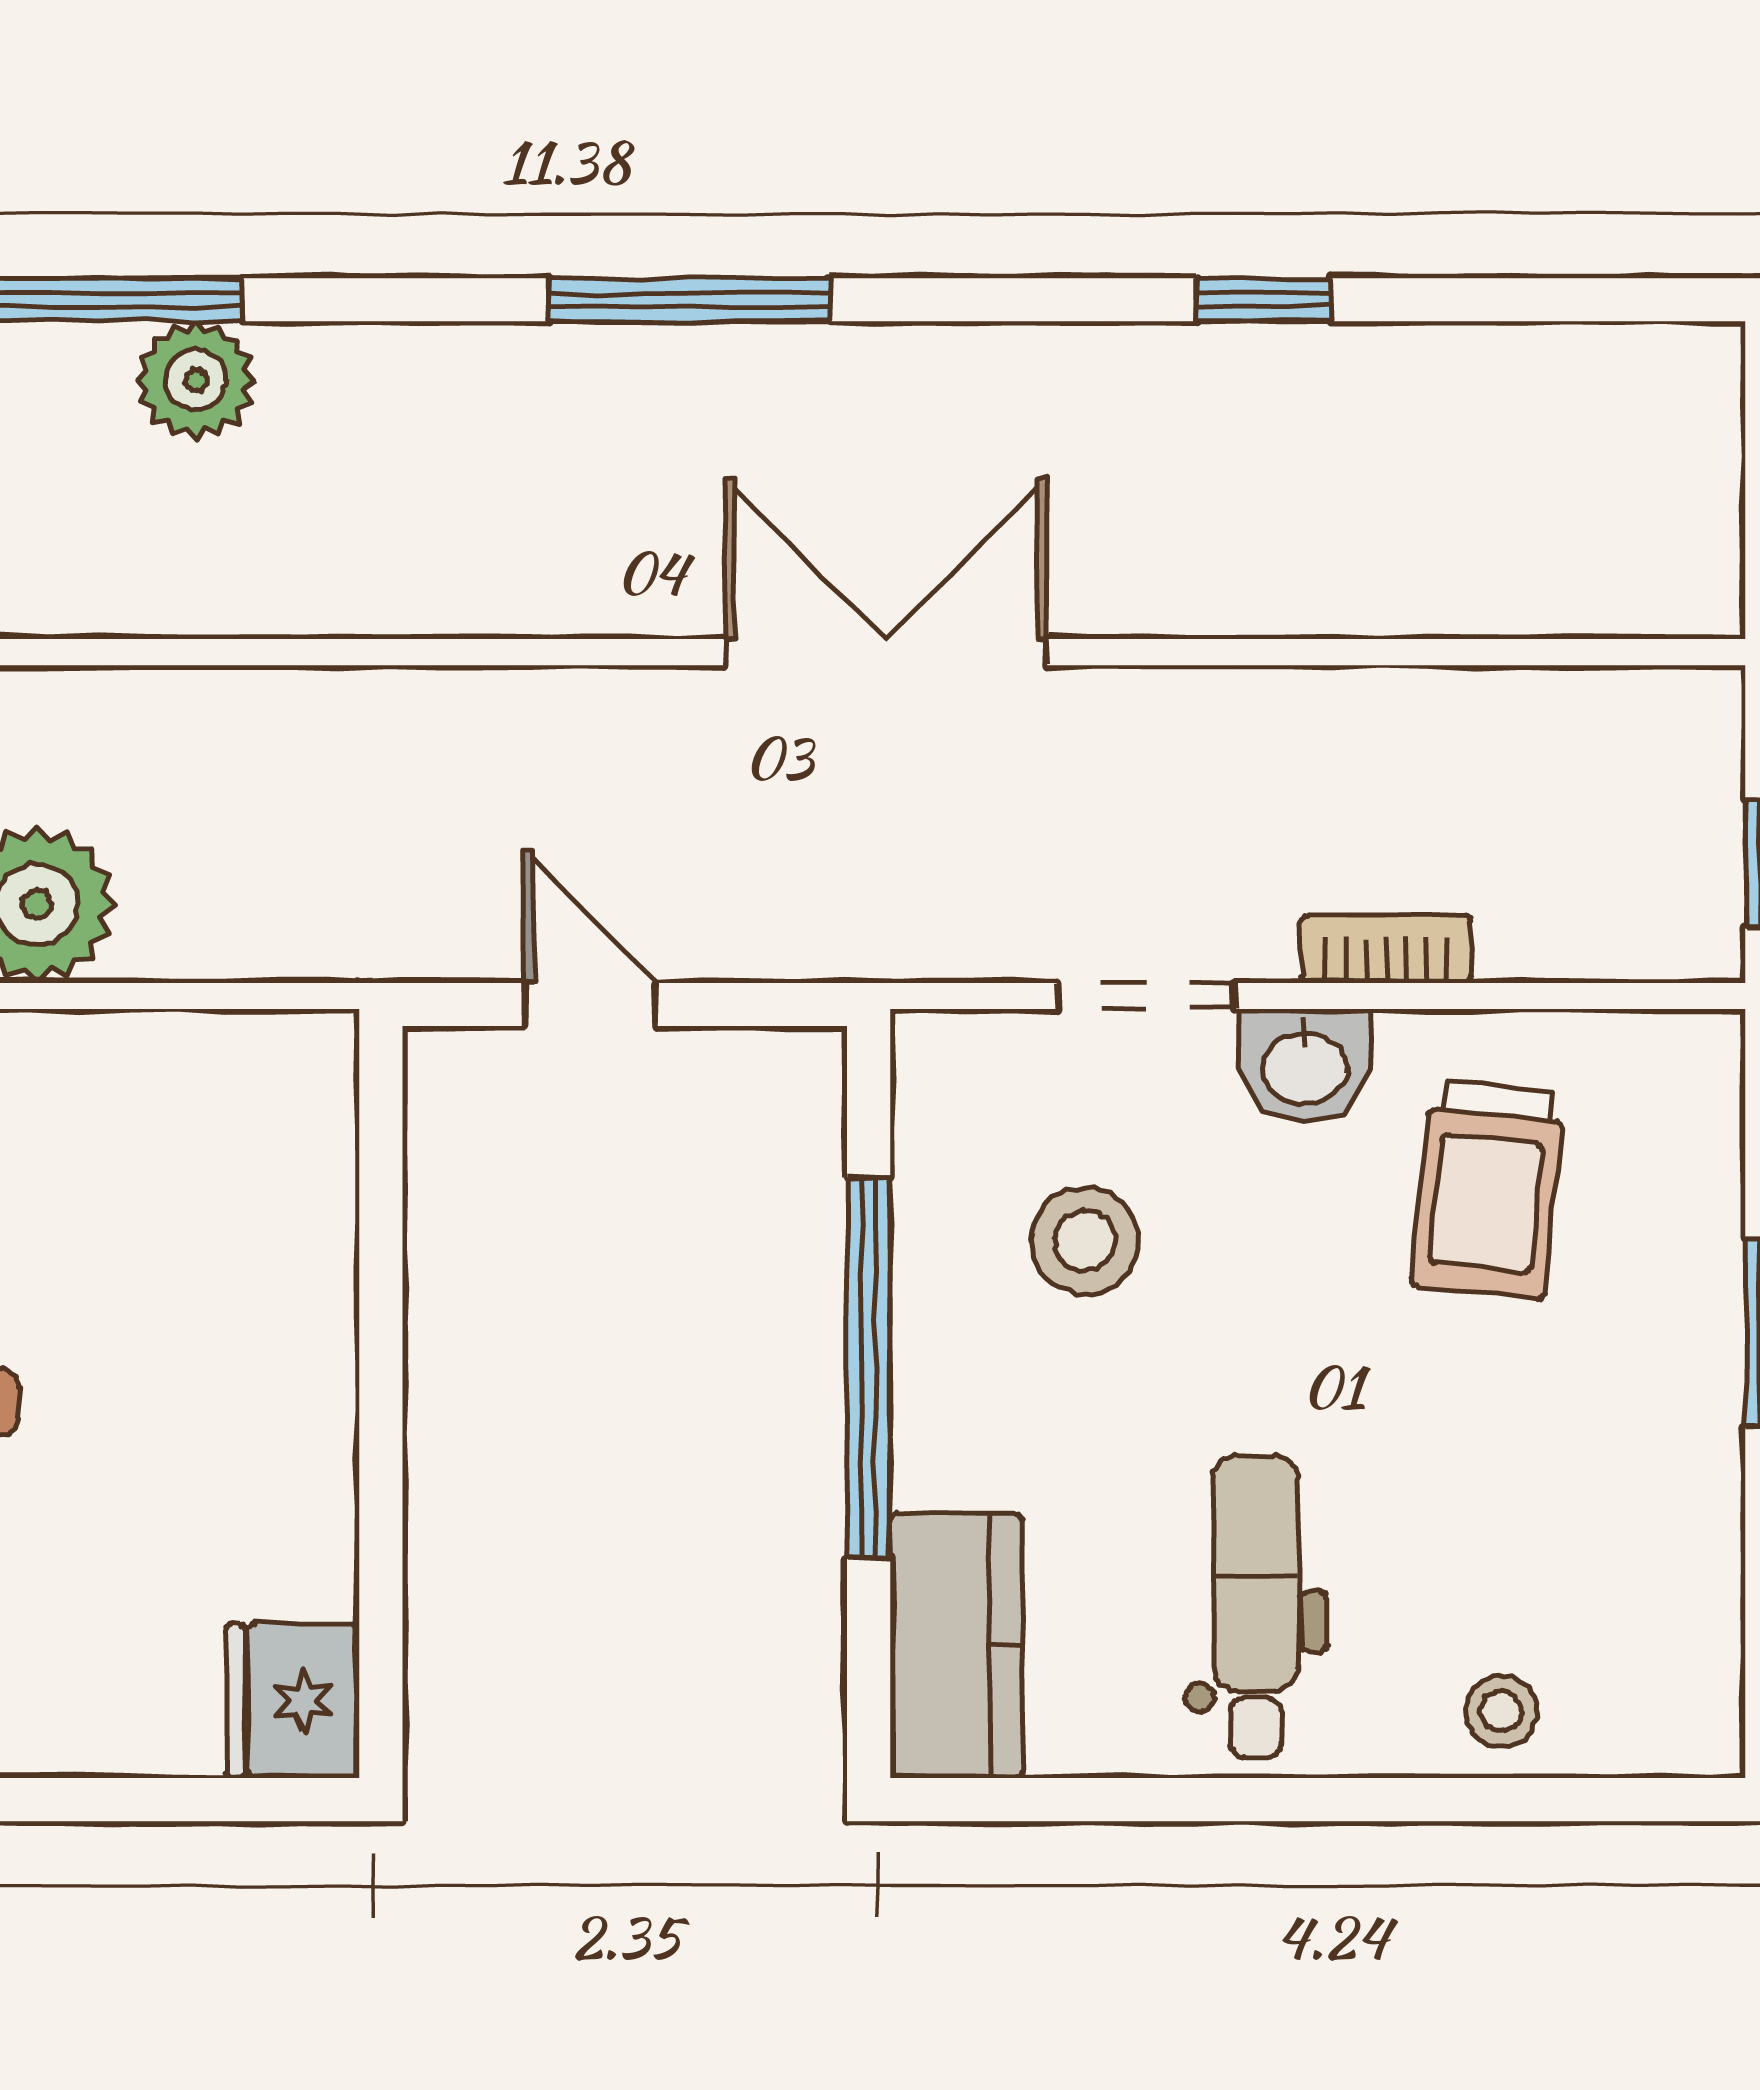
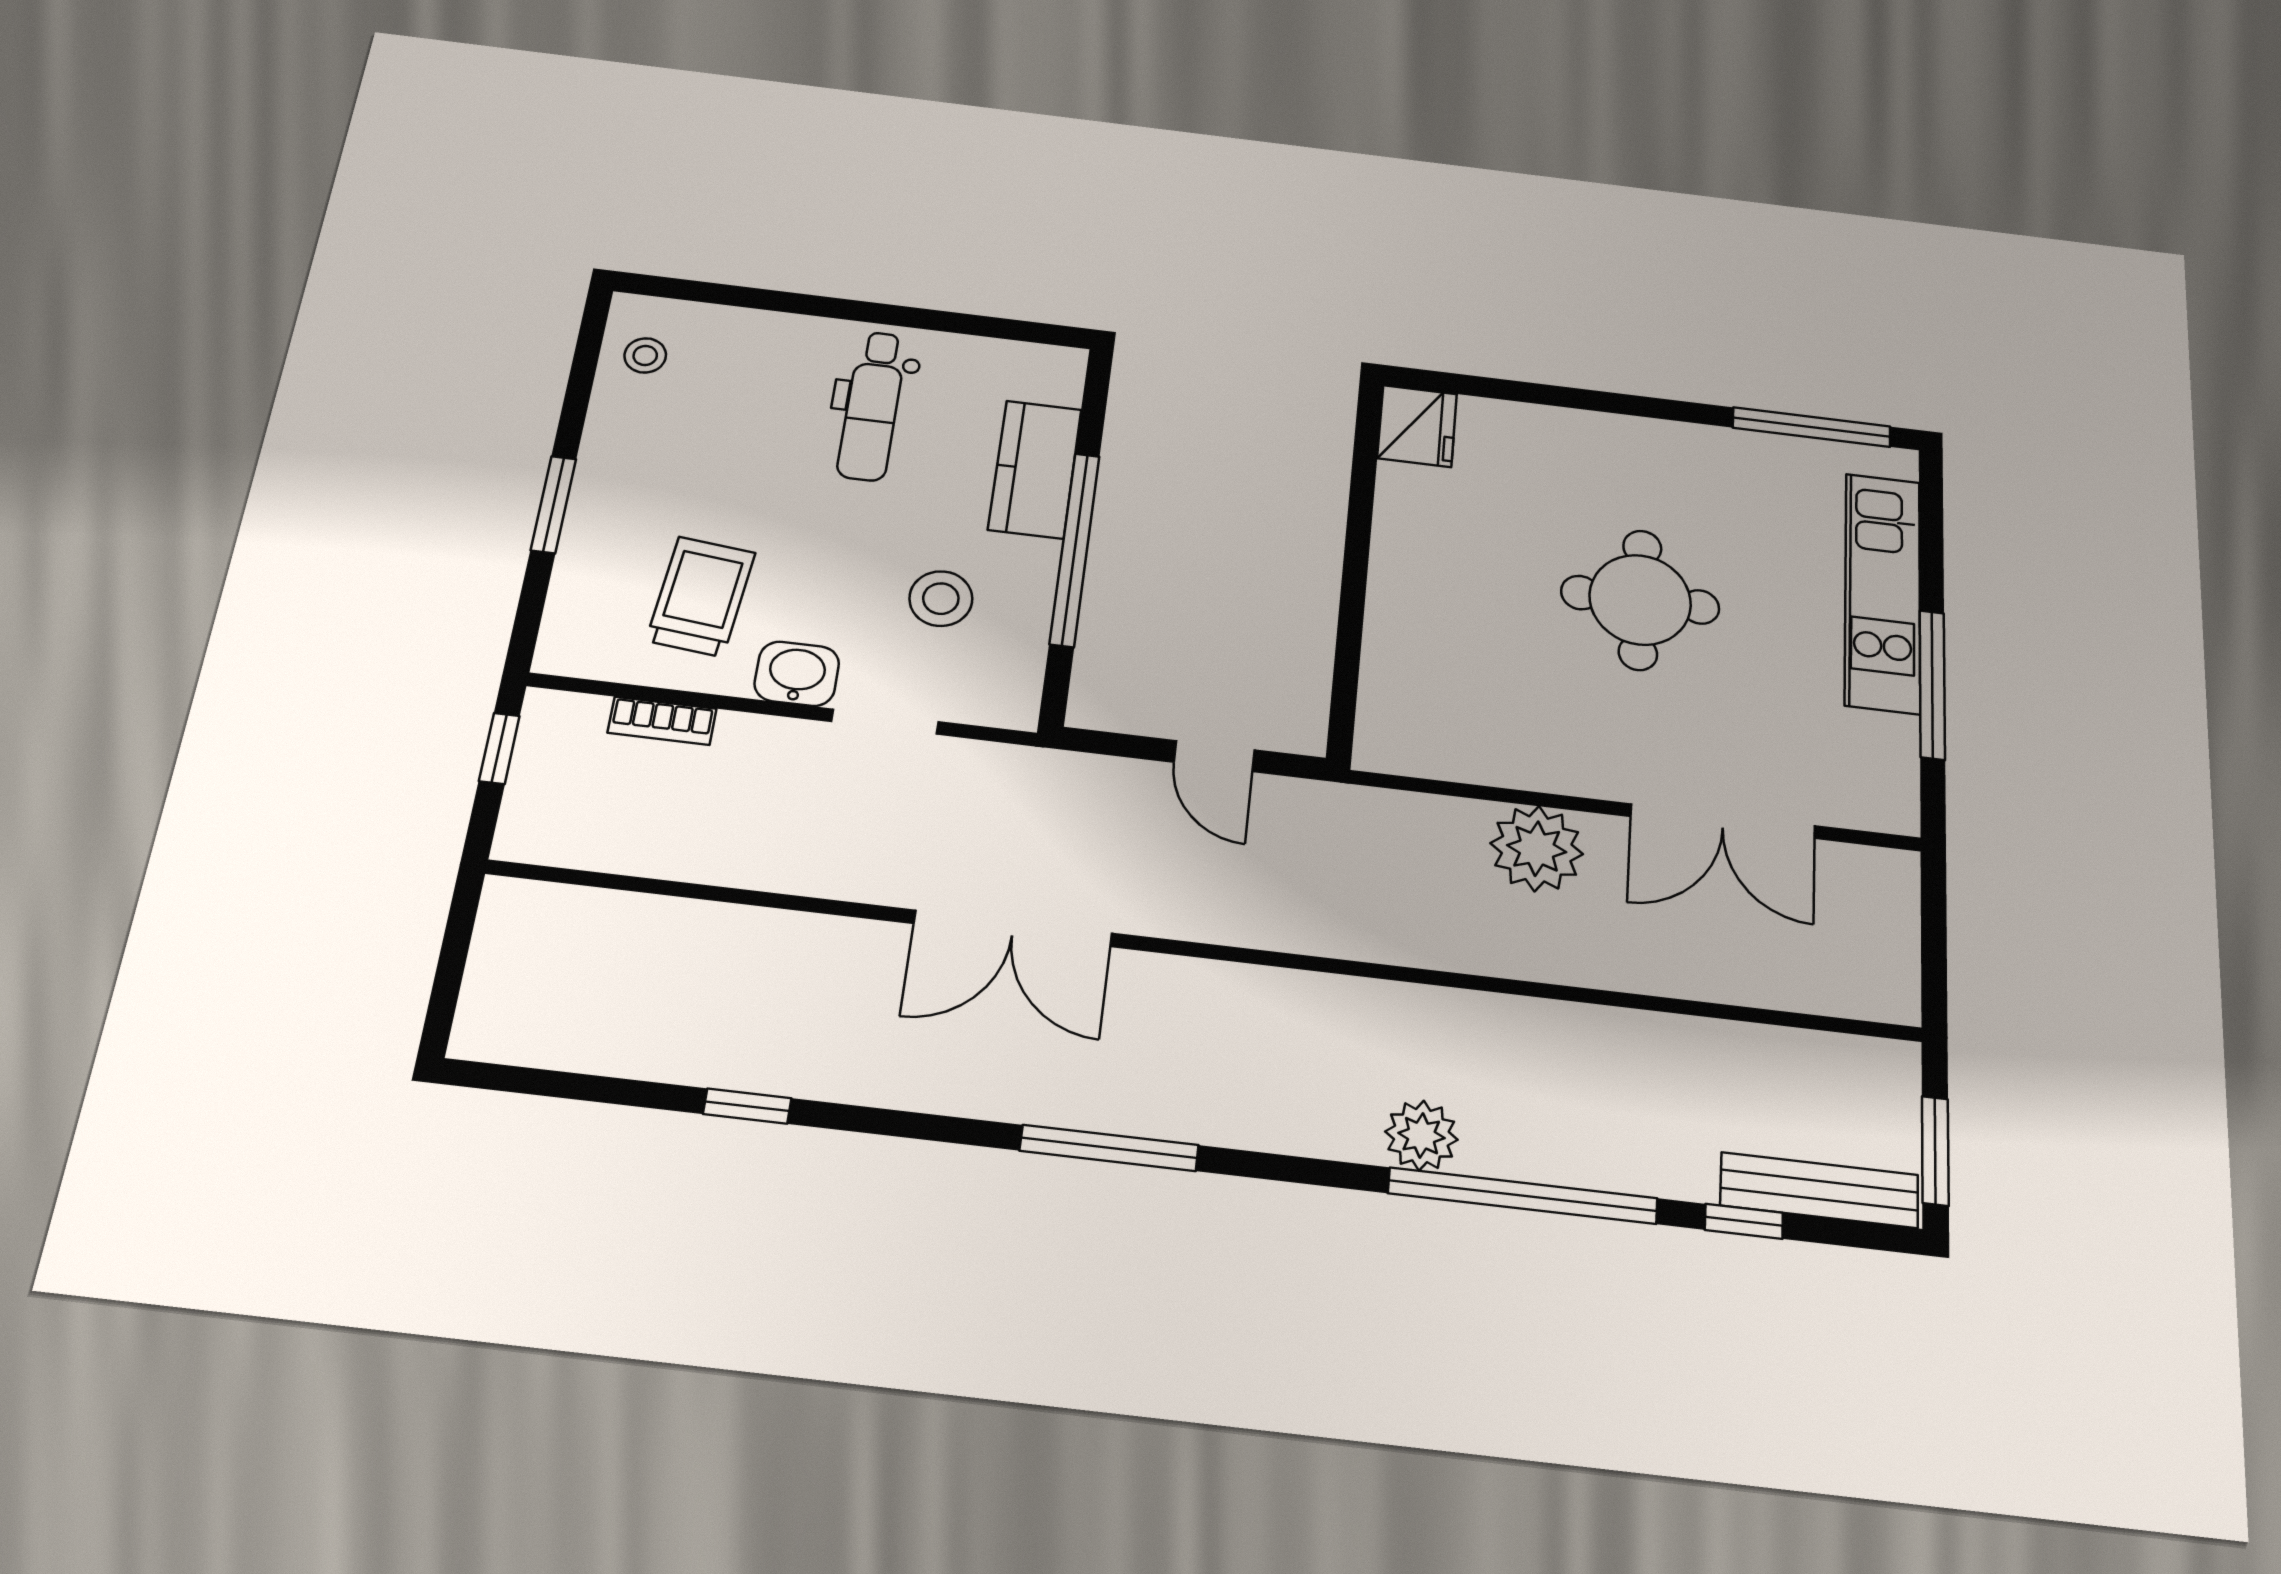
bookcase: (1386, 949) -> (662, 721), moved
kitchen counter: (956, 1646) -> (1035, 469), moved
stool: (1501, 1711) -> (645, 355), moved

